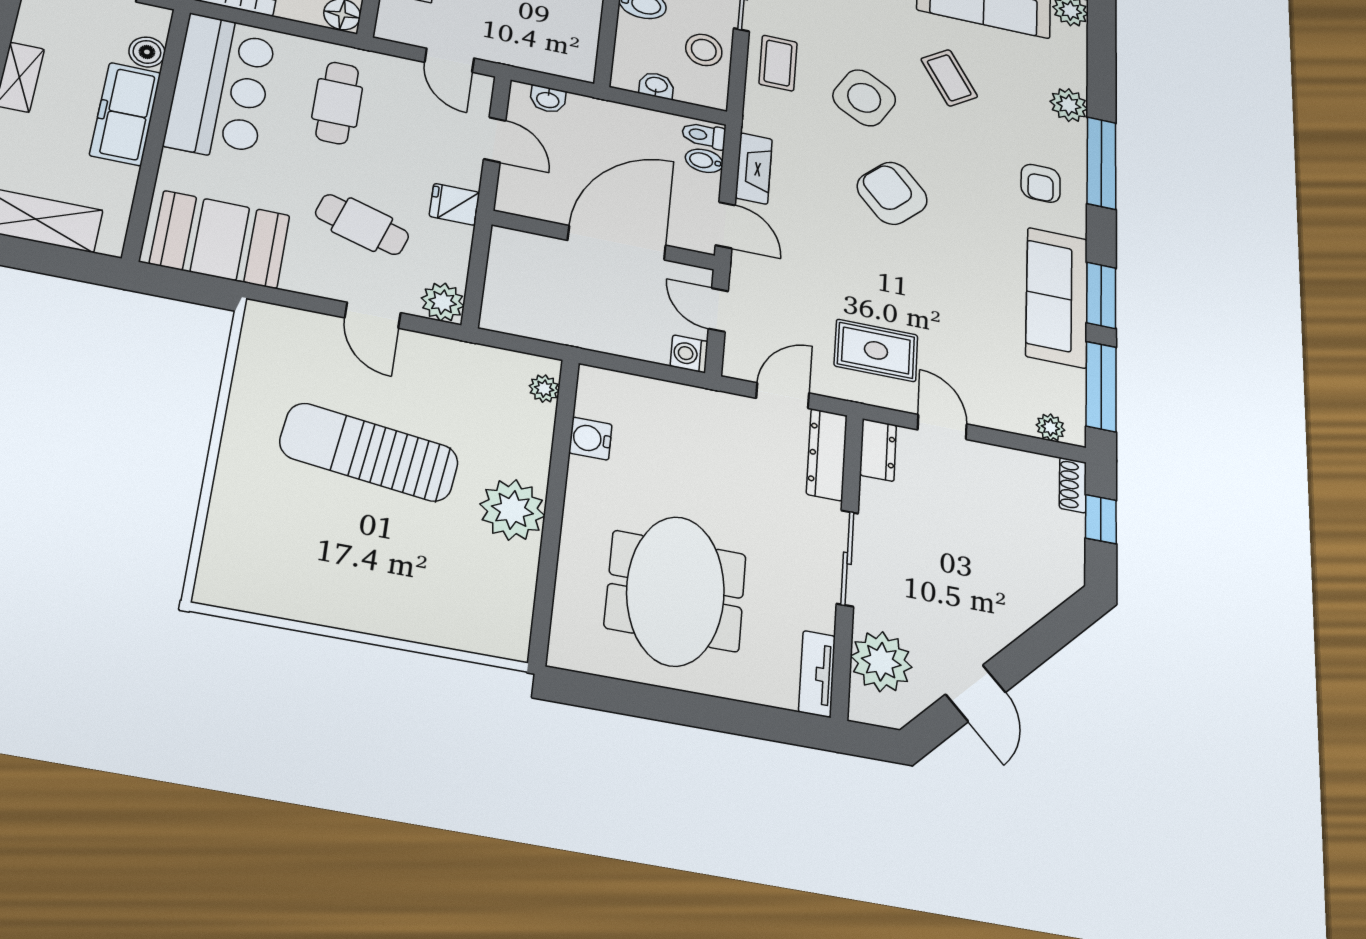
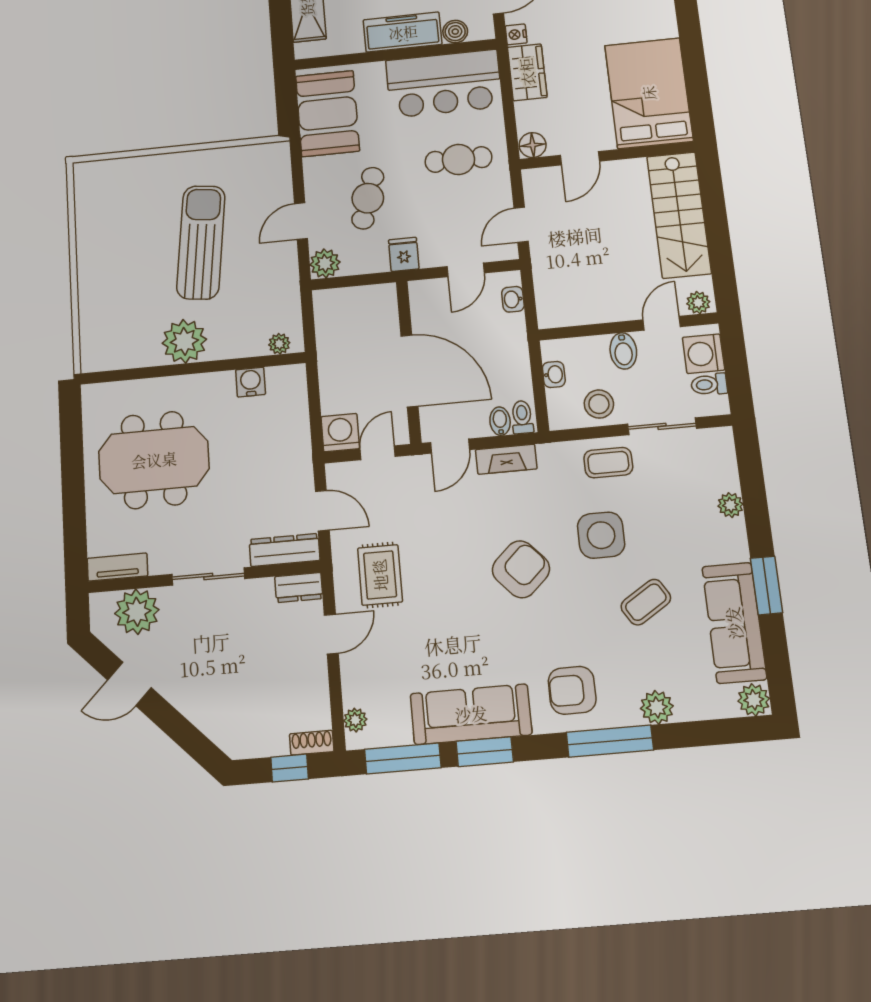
side table: (864, 98) -> (601, 535), turned -30
armchair: (1041, 183) -> (572, 690), width x1.38, depth x1.38
washing machine: (689, 354) -> (340, 433), width x1.38, depth x1.38

